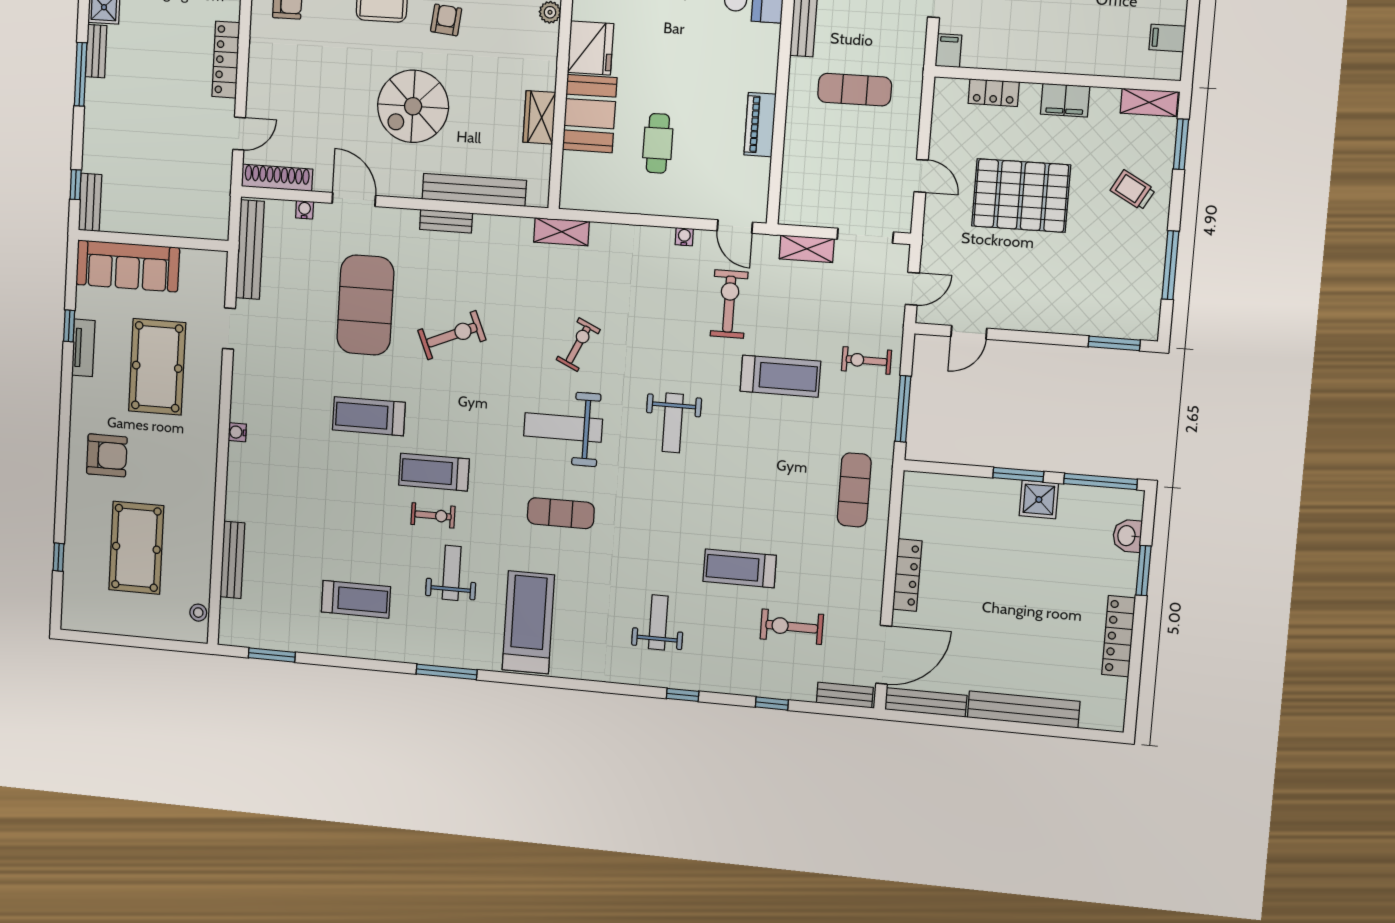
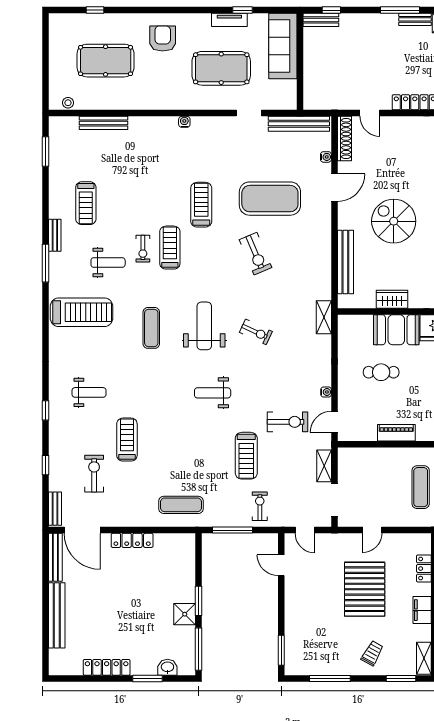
bench: (446, 221) -> (55, 235), moved
armchair: (107, 455) -> (163, 38), turned 180

